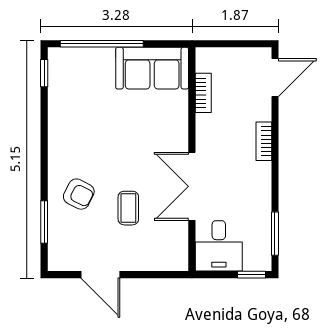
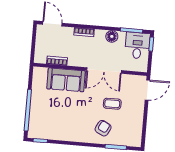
sofa: (152, 68) -> (66, 80), moved, turned 90
floor lamp: (260, 196) -> (112, 36), added
desk: (219, 246) -> (137, 46), moved, turned -90
door: (100, 275) -> (147, 90), moved

